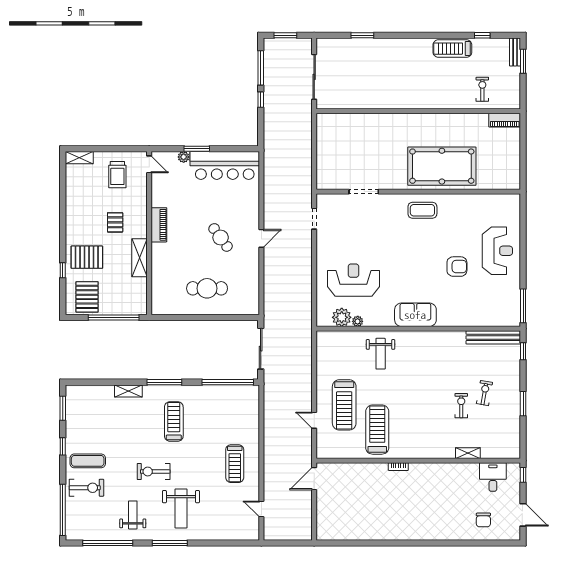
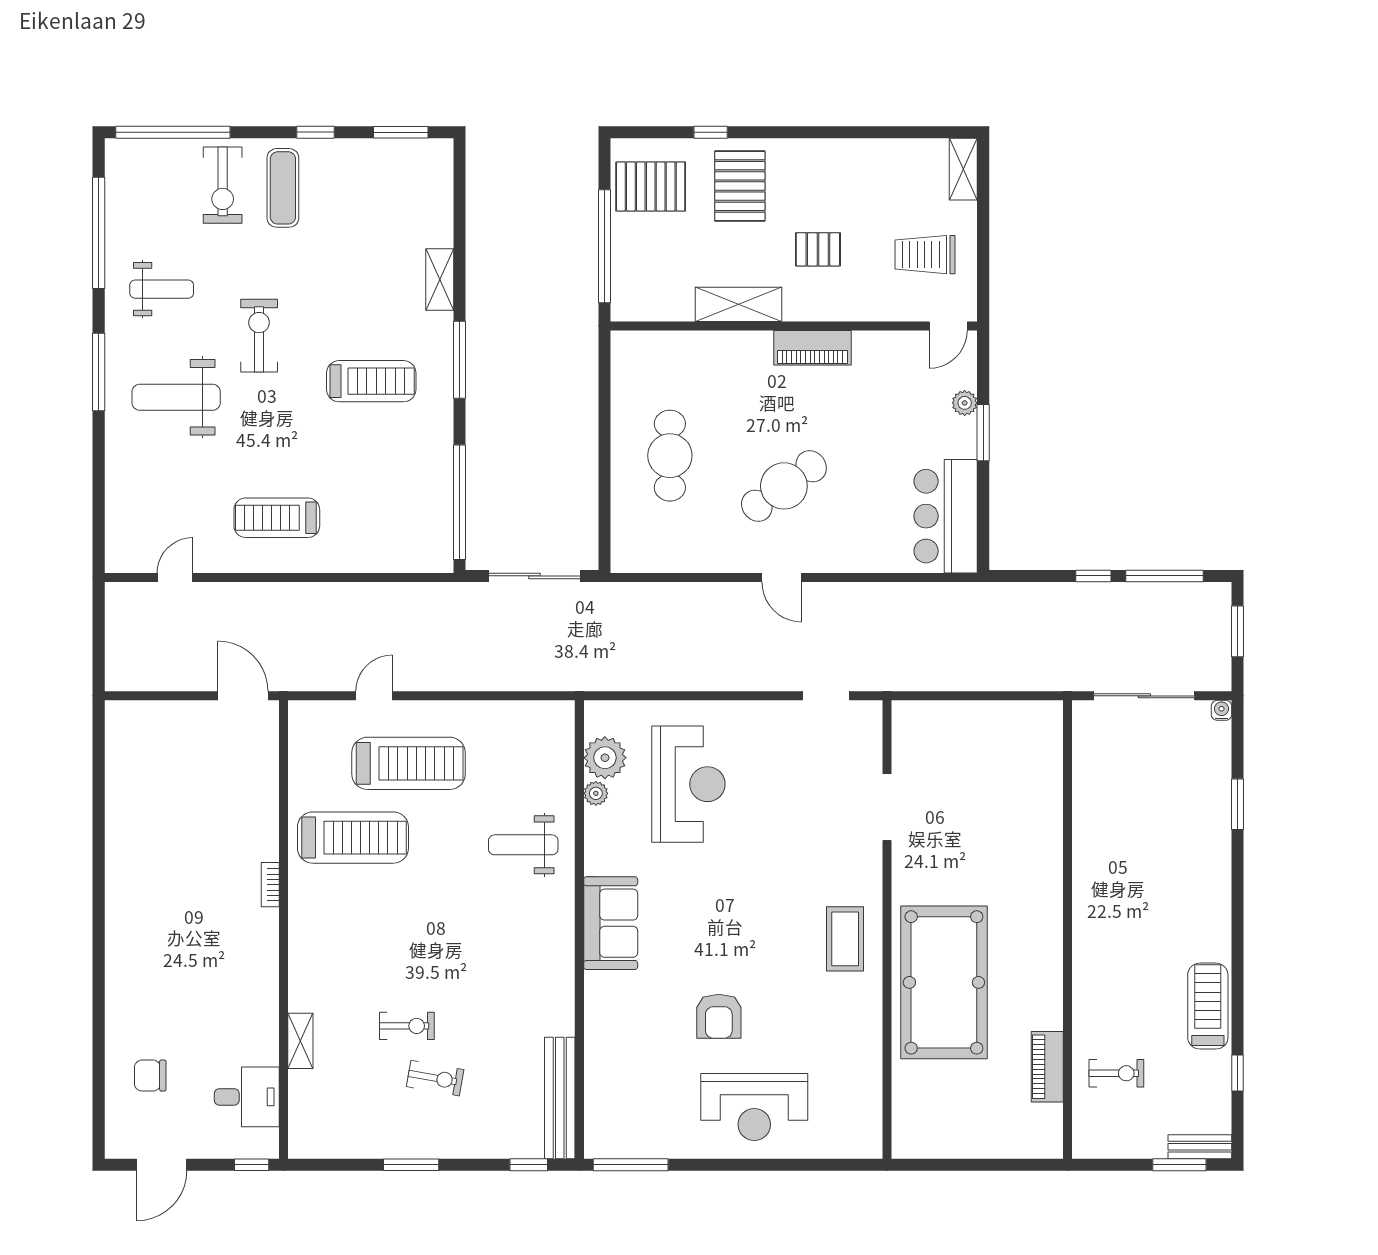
water cooler: (321, 42) -> (1222, 710), added
piano: (505, 120) -> (1047, 1067), moved
bar counter: (225, 165) -> (946, 516), width x0.73
cafe table: (221, 237) -> (784, 486), width x1.37, depth x1.35
treadmill: (344, 405) -> (409, 763), turned 180

